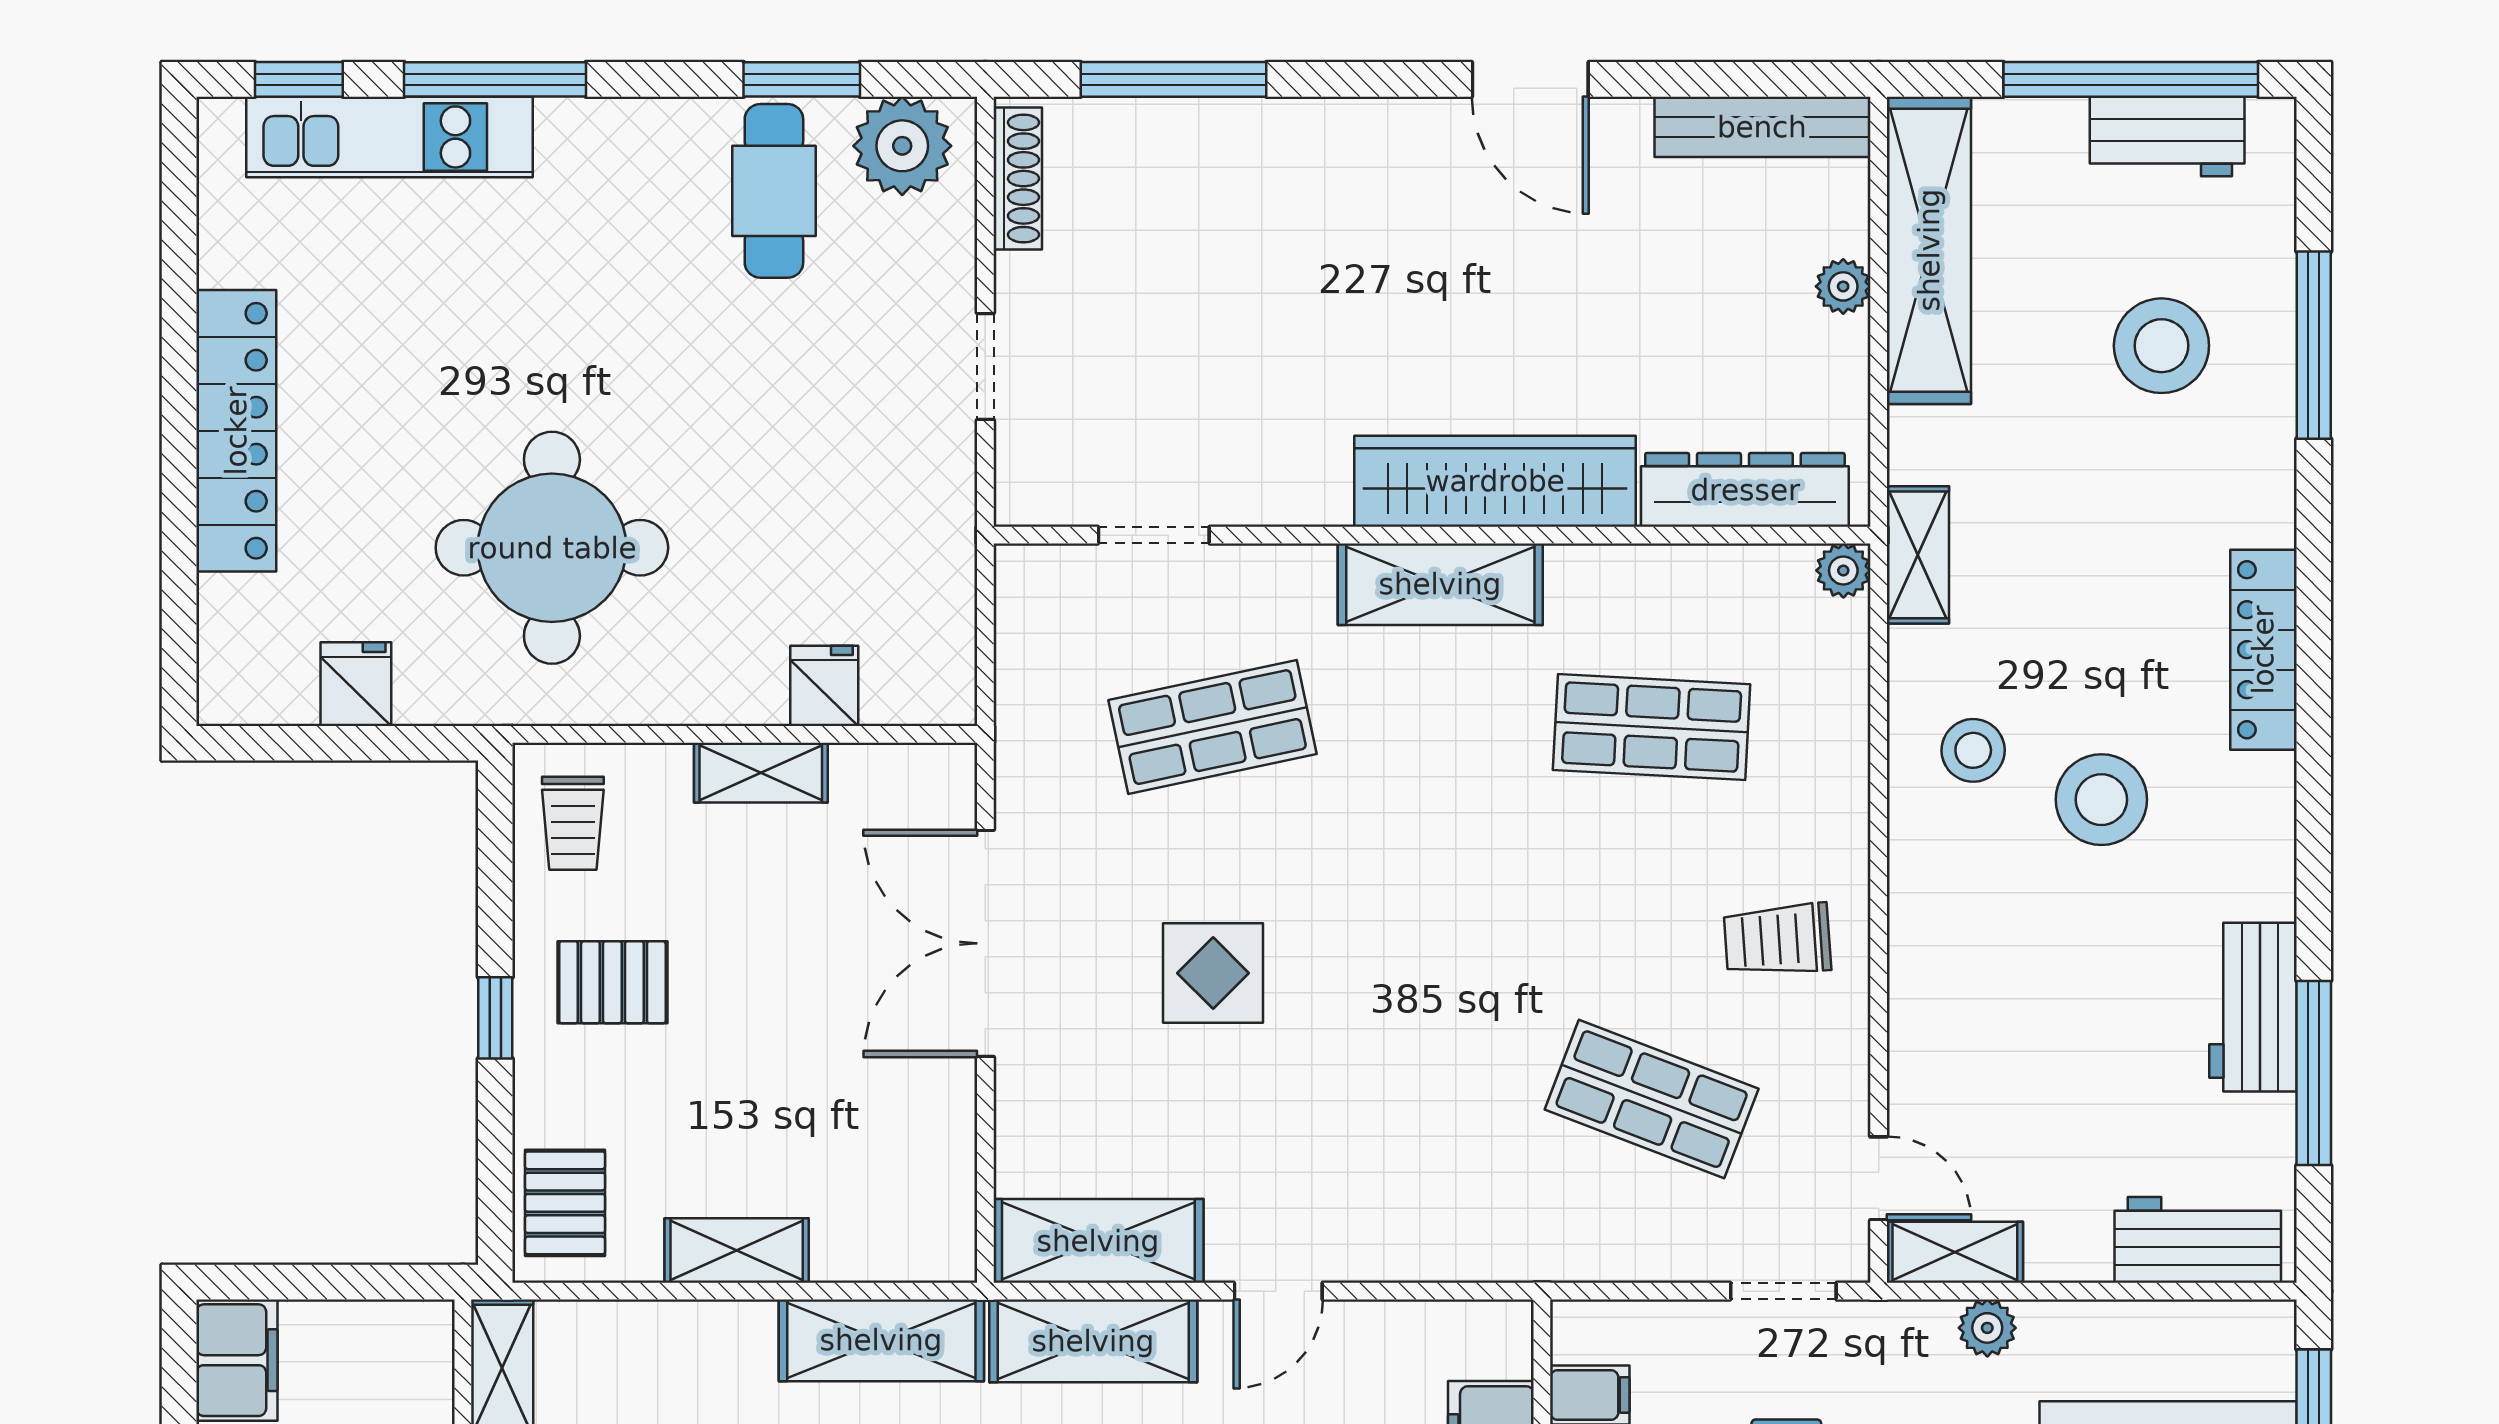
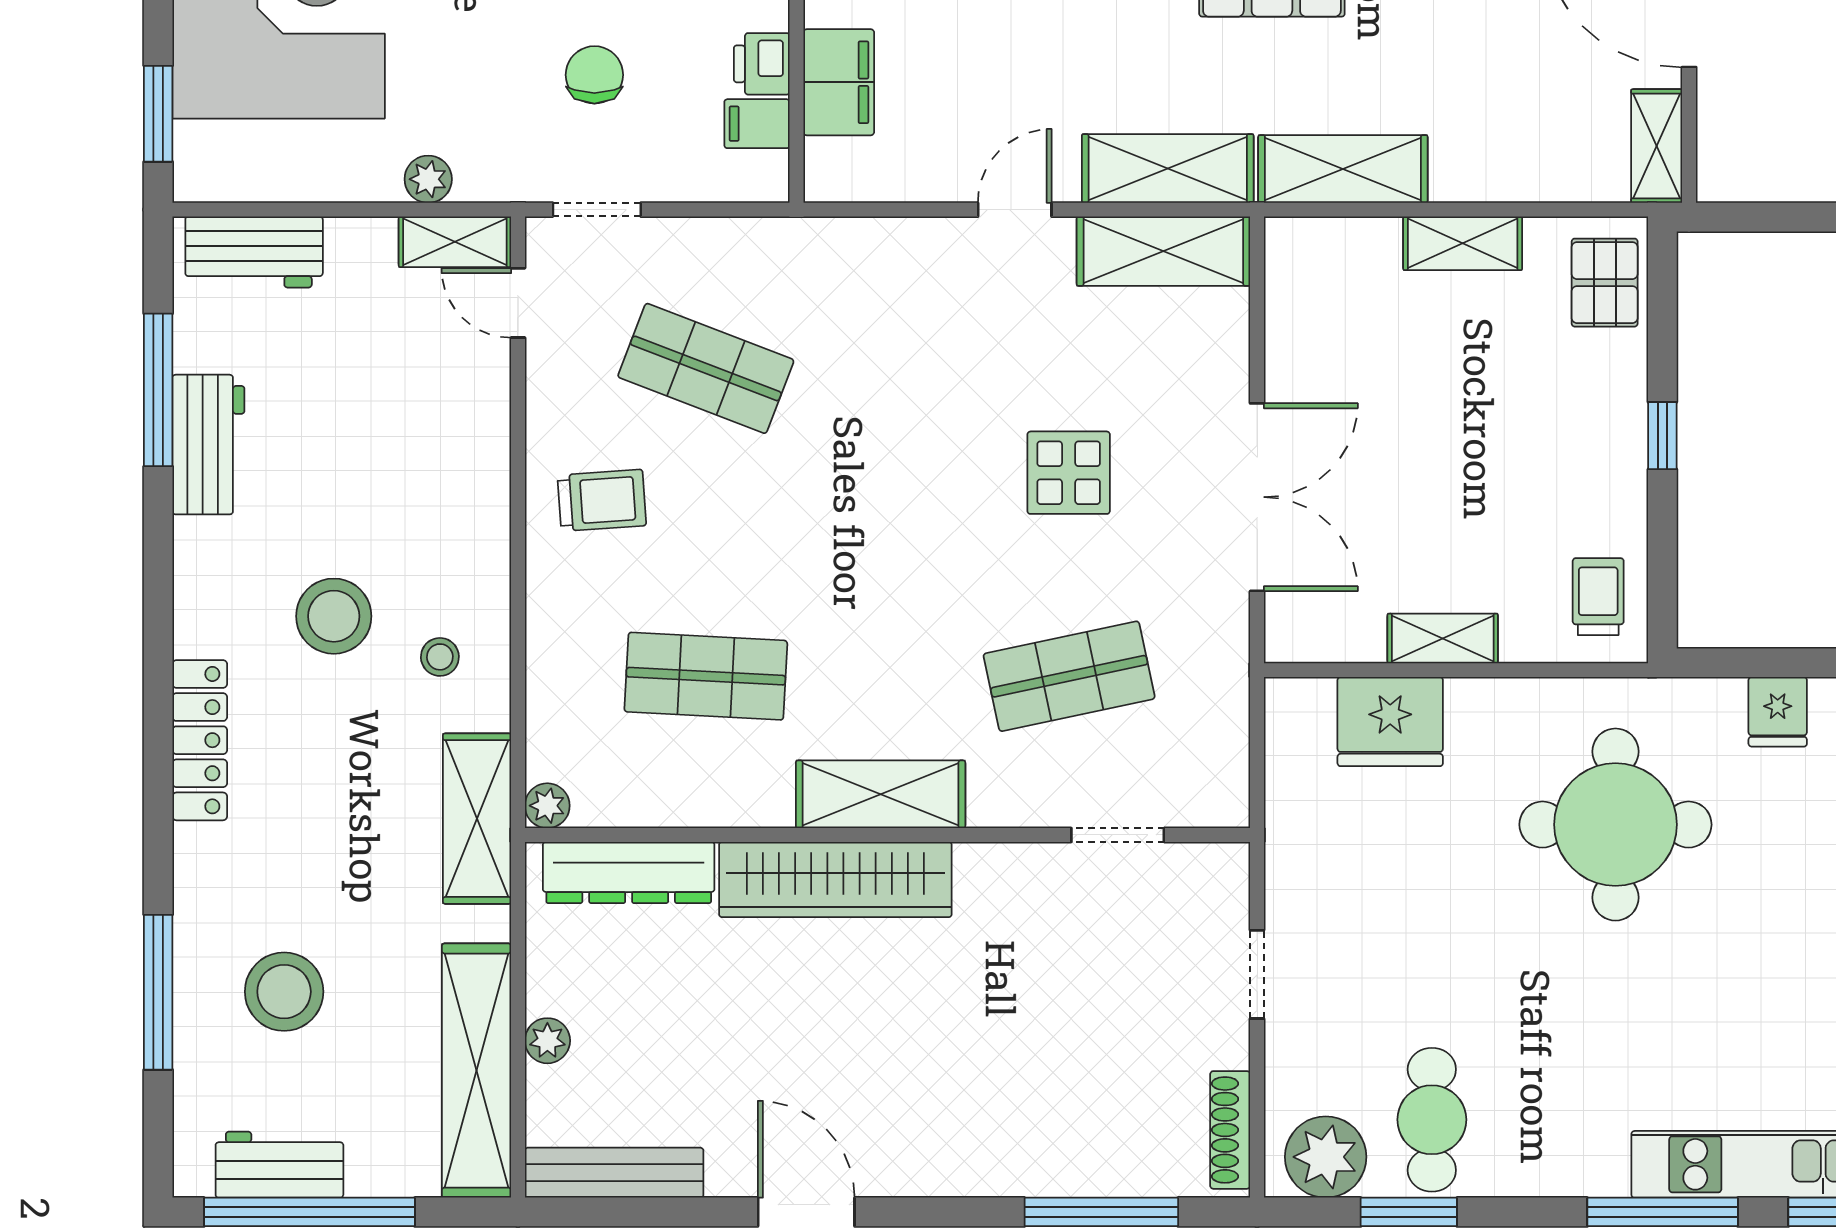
shelving: (1918, 555) -> (477, 819), width x1.50, depth x1.33
fridge: (824, 686) -> (1390, 722), width x1.88, depth x1.34
stool: (1973, 750) -> (440, 657), width x0.73, depth x0.73
pallet: (612, 982) -> (1565, 465), removed

